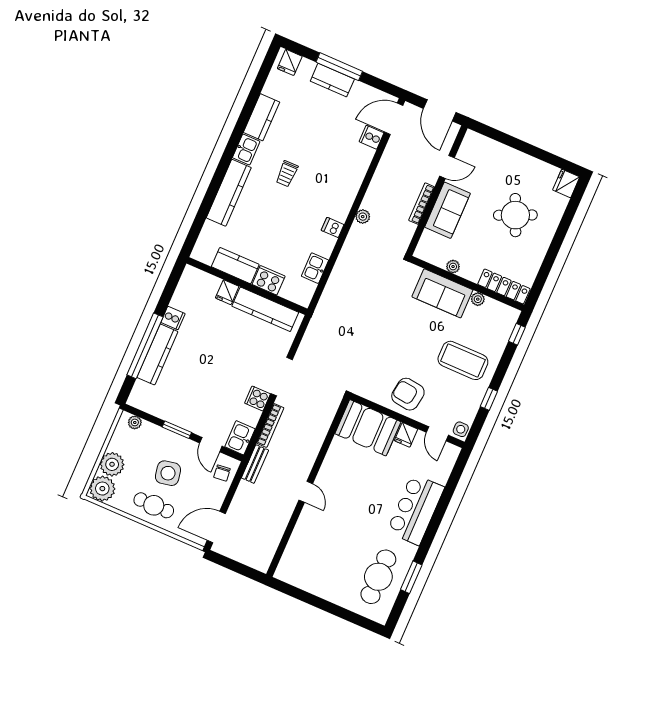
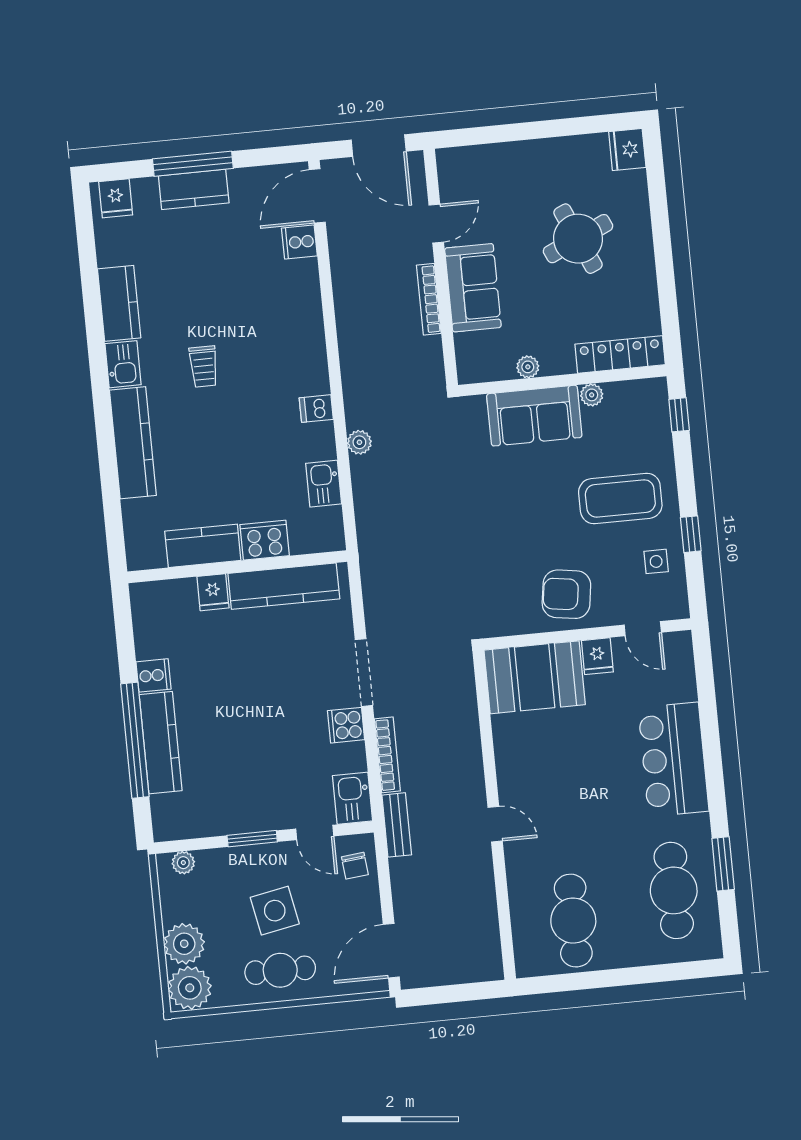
plant: (363, 217) -> (359, 442), moved
side table: (461, 429) -> (656, 561), moved
cafe table: (318, 564) -> (573, 921), added

